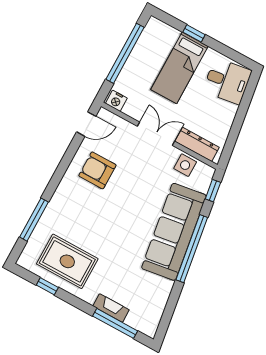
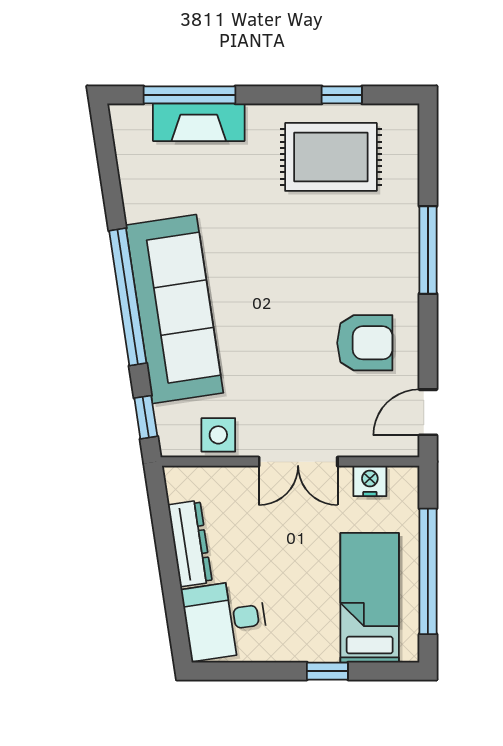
bed: (179, 68) -> (370, 598), moved
nightstand: (116, 101) -> (370, 481), moved
dresser: (197, 144) -> (190, 544), moved, turned -99
window: (34, 220) -> (428, 250), moved
fireplace: (111, 308) -> (199, 122), width x1.37, depth x1.32

